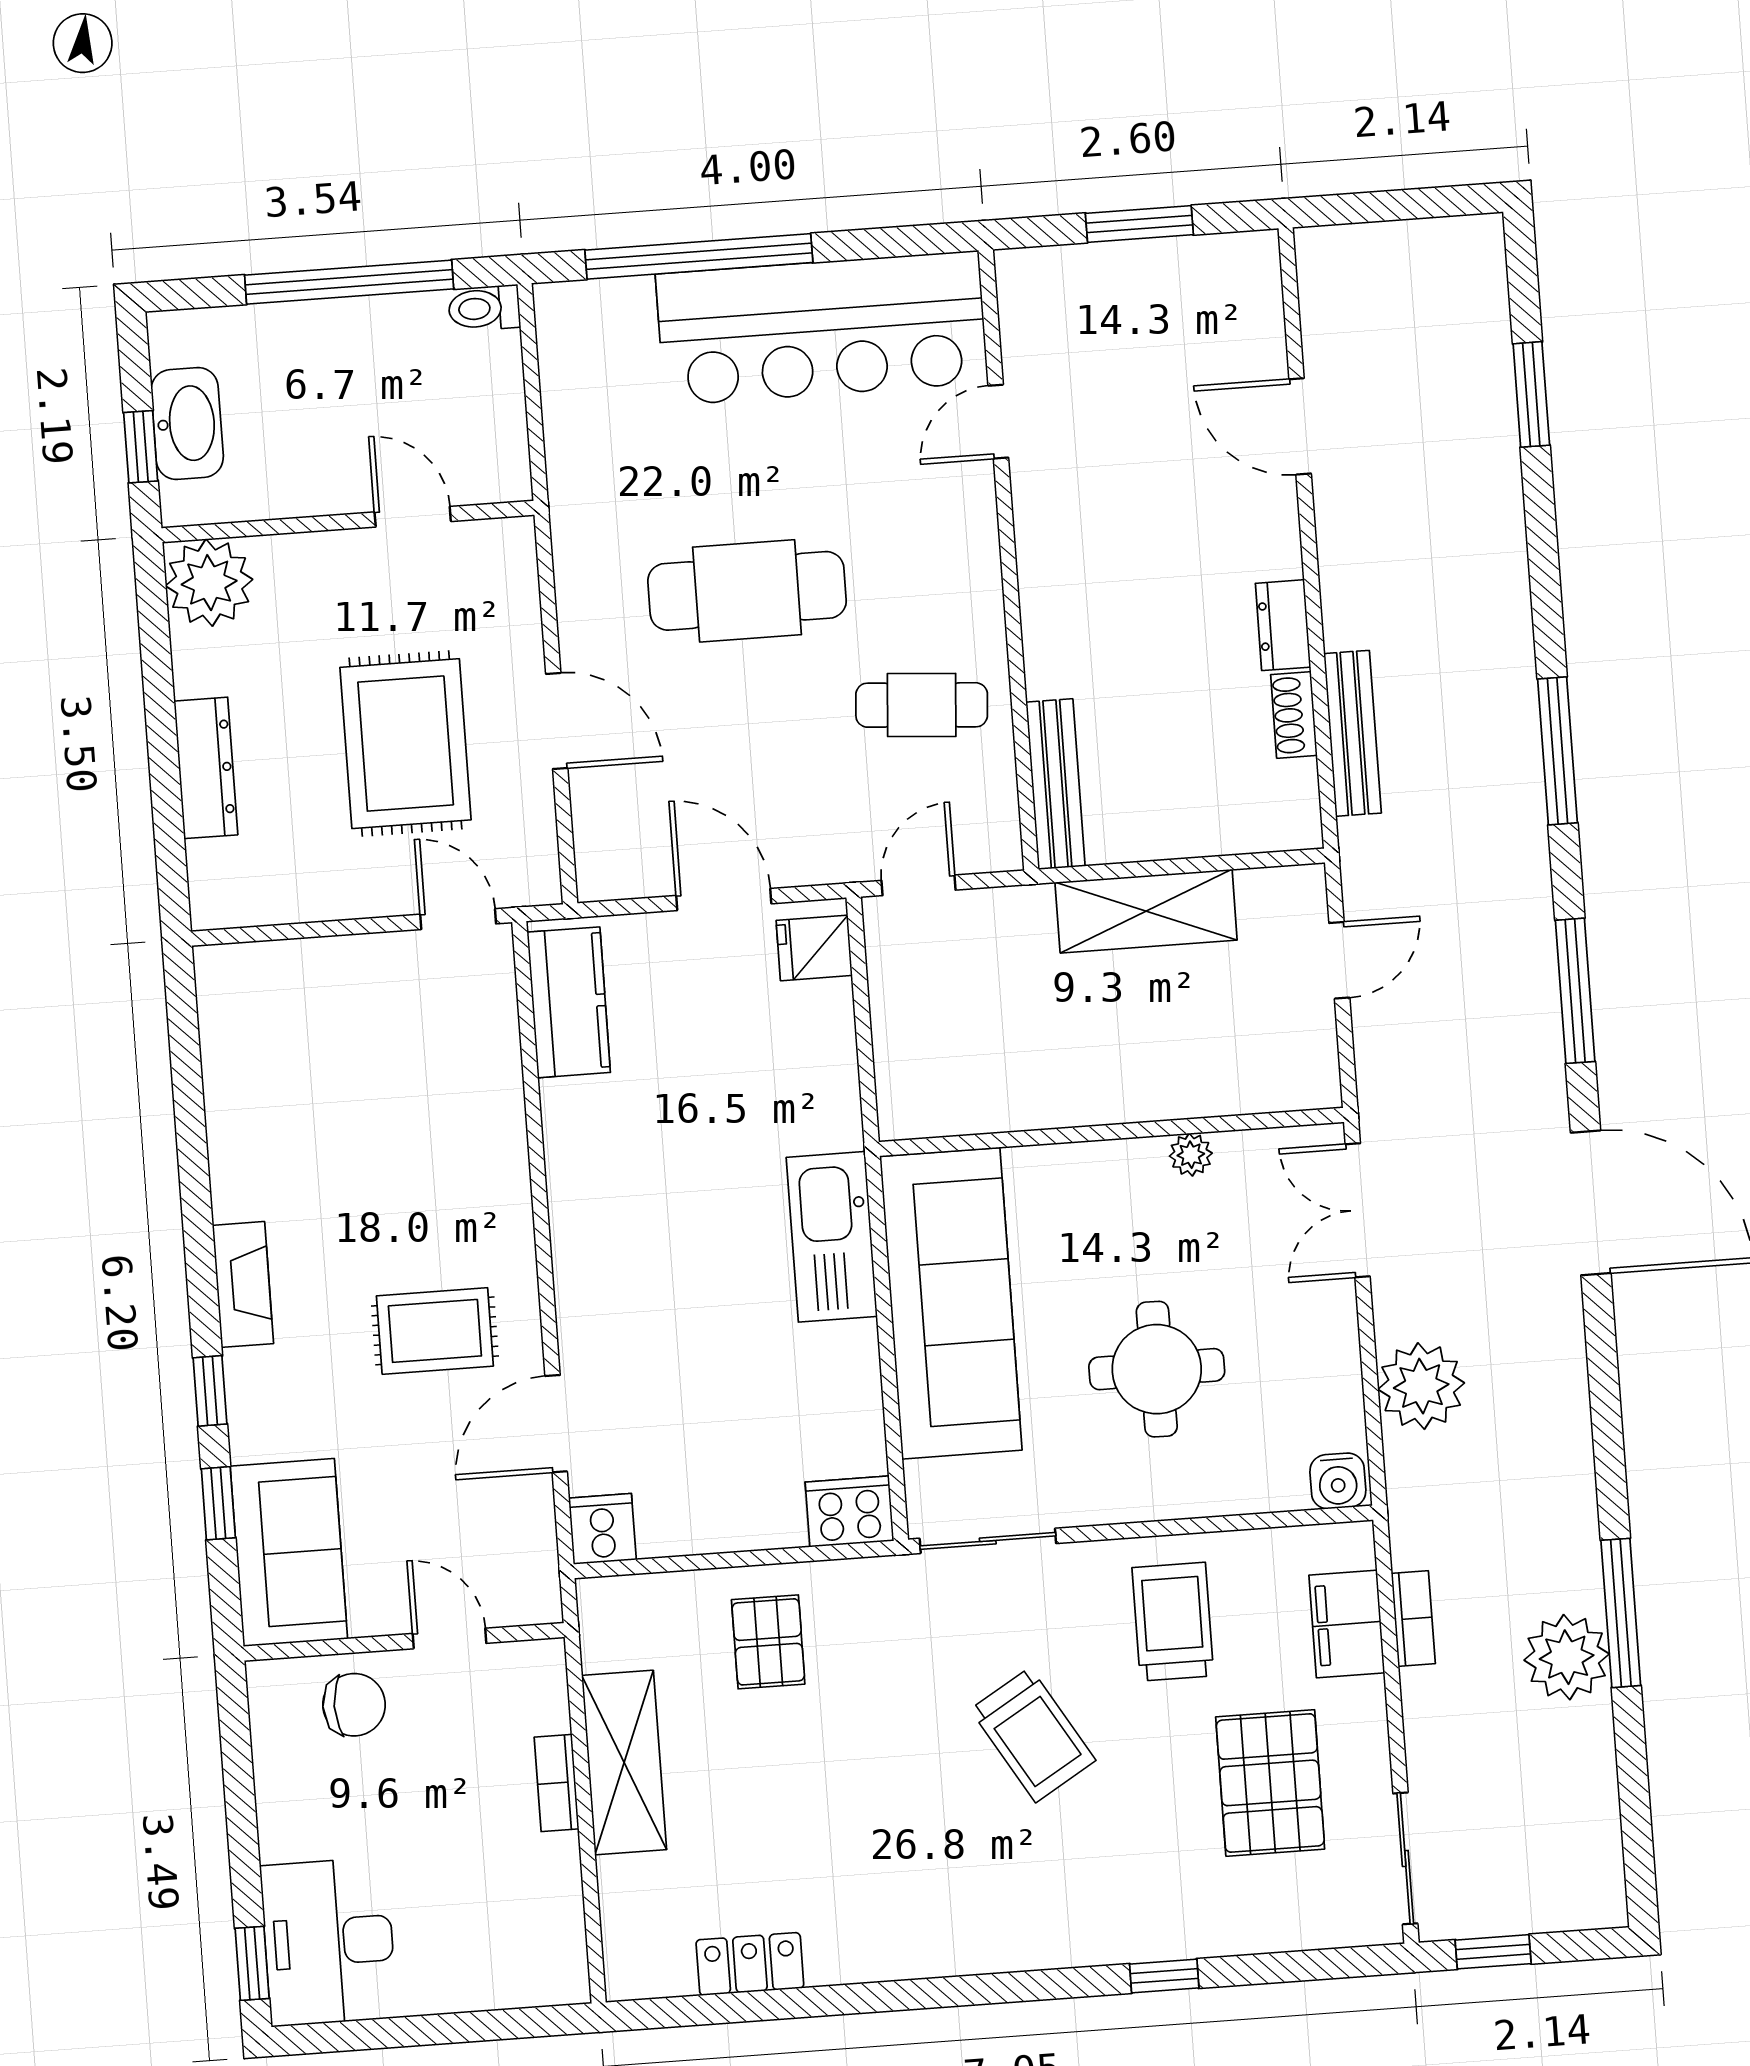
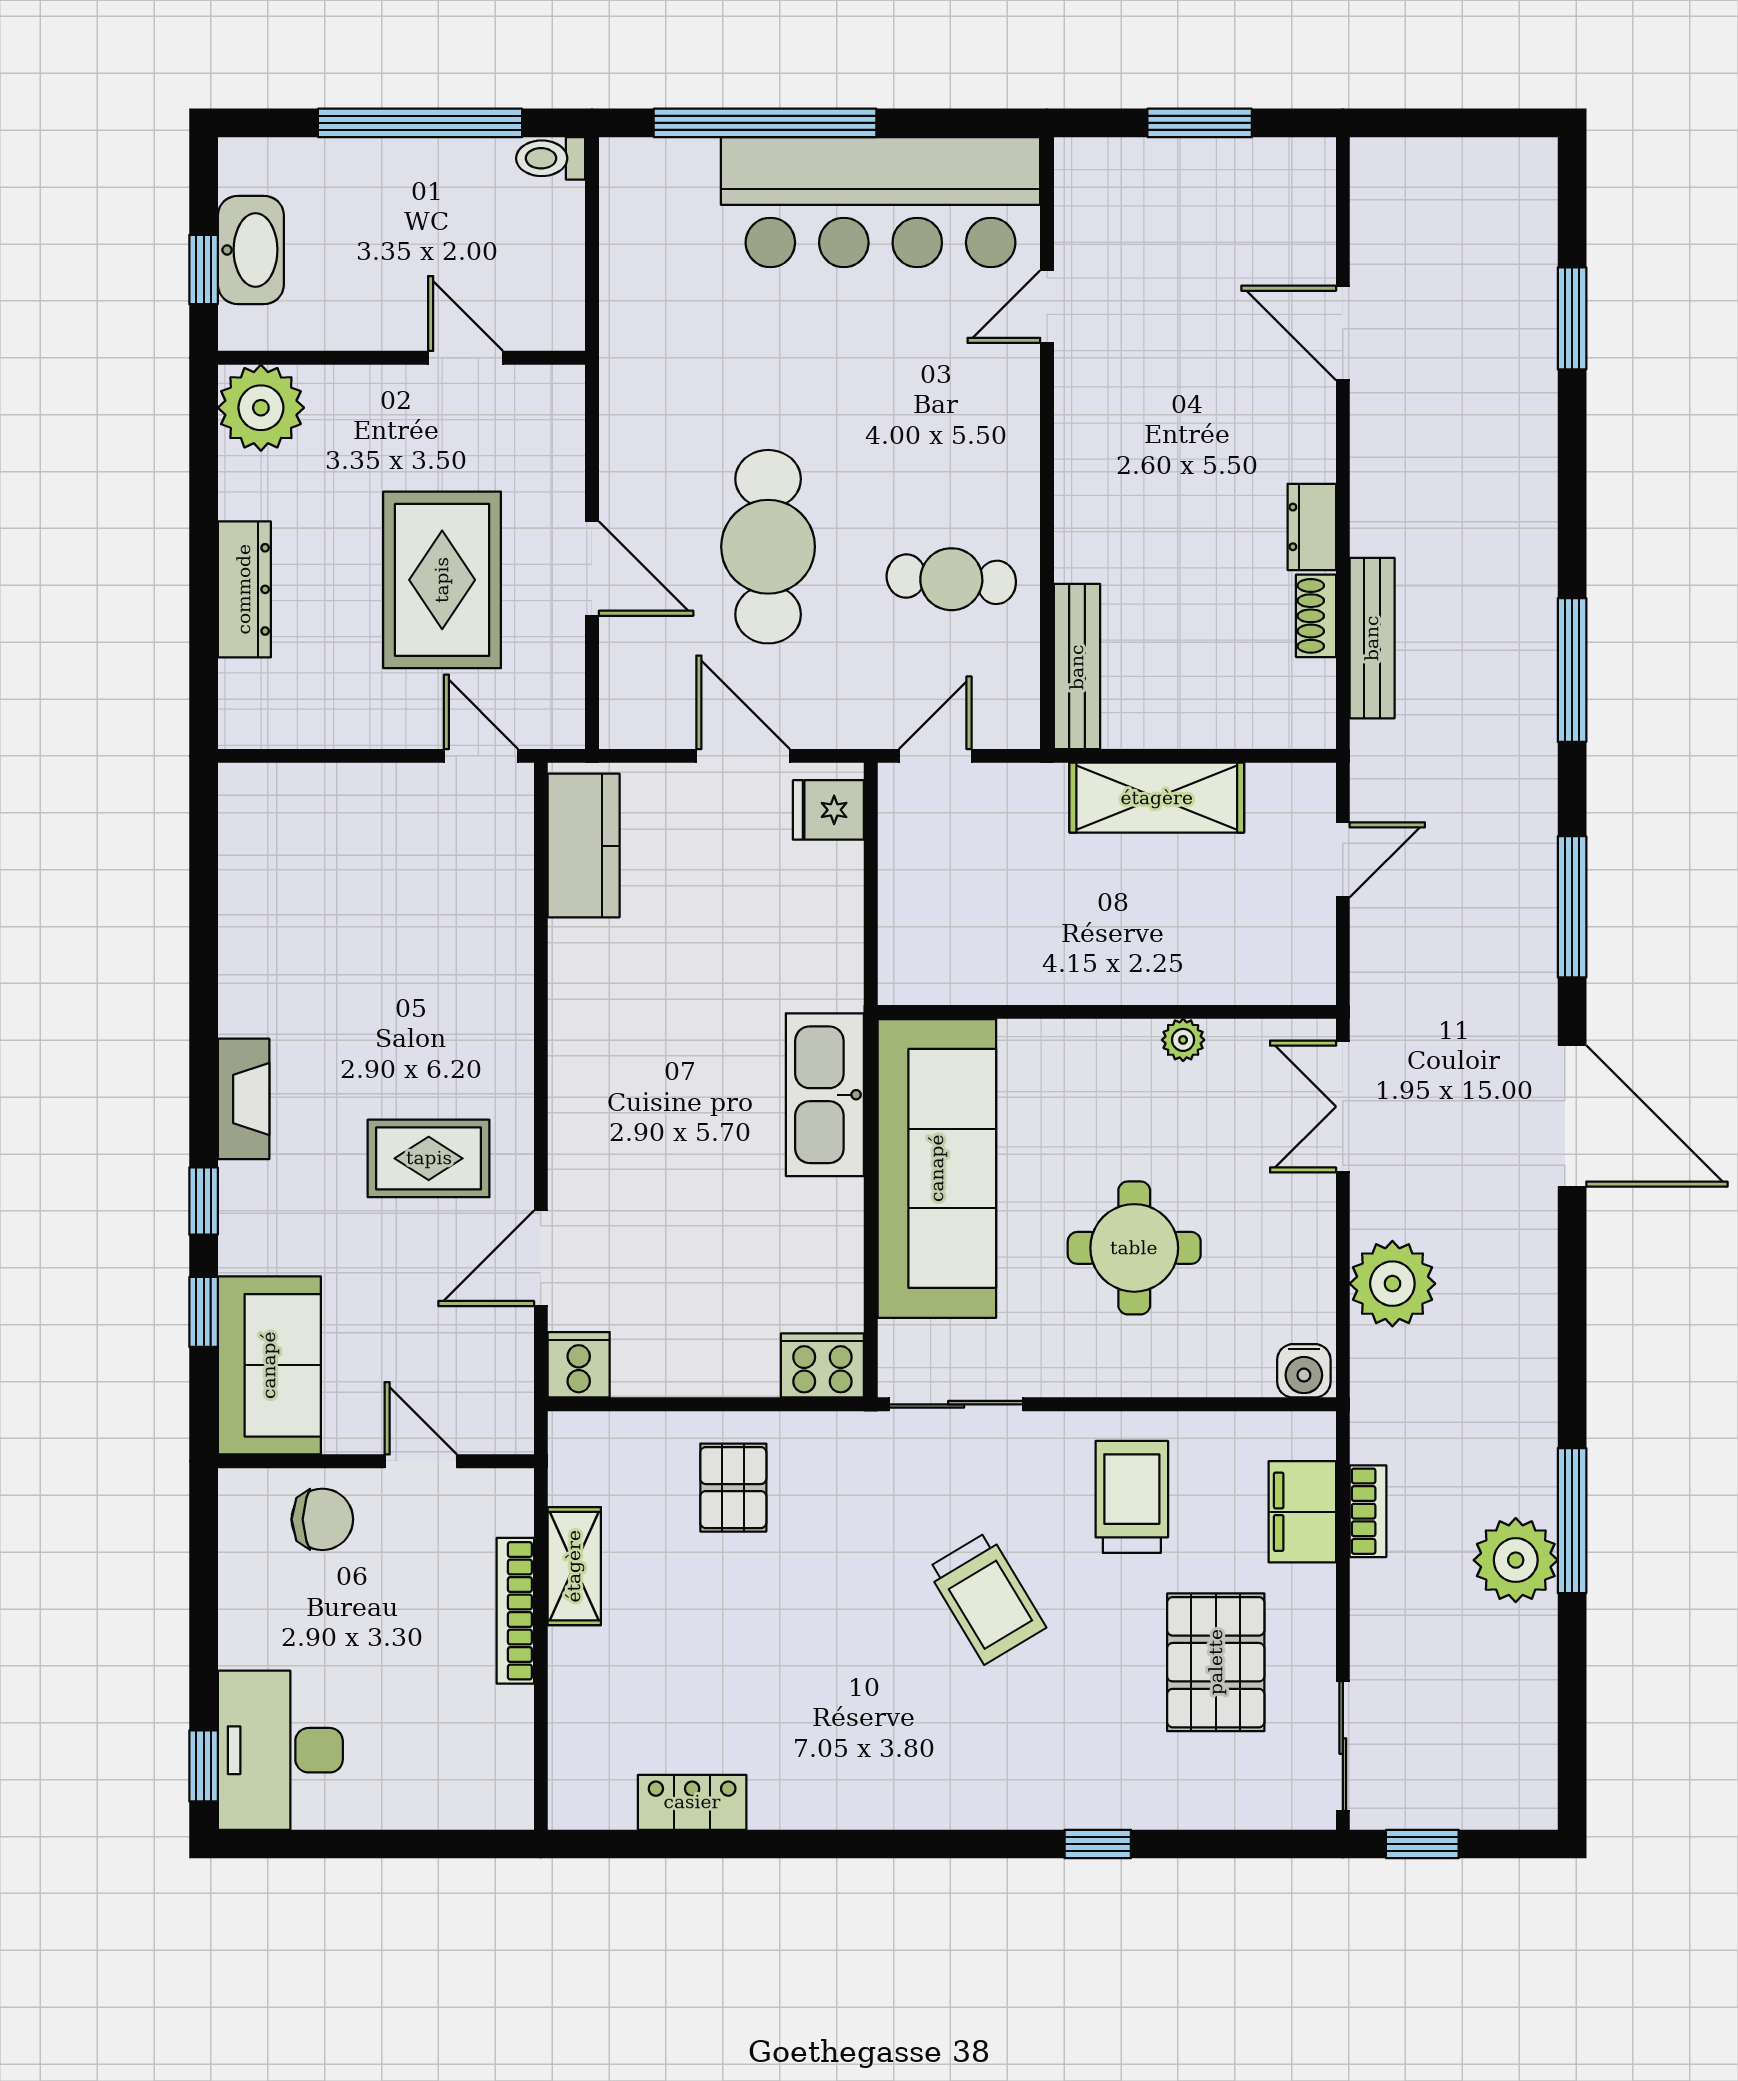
cafe table: (747, 591) -> (768, 547), moved, turned 90
shelving: (624, 1763) -> (574, 1566), width x0.67, depth x0.75
bookcase: (557, 1783) -> (515, 1611), width x1.56

